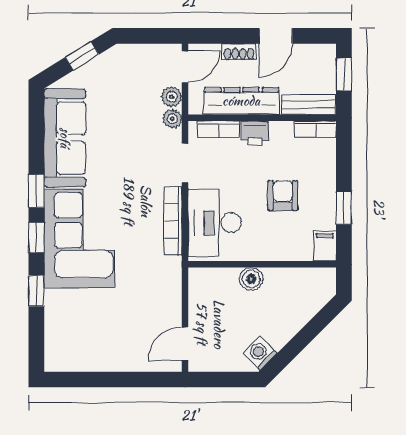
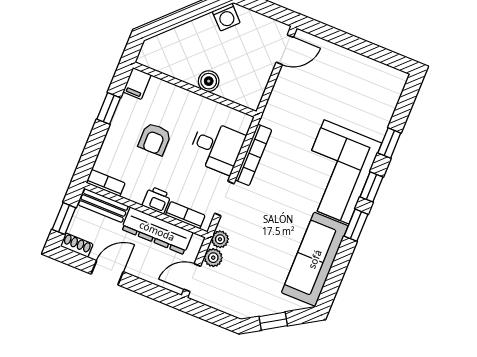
shoe rack: (239, 52) -> (77, 245), moved
desk: (215, 223) -> (217, 147), width x0.73

